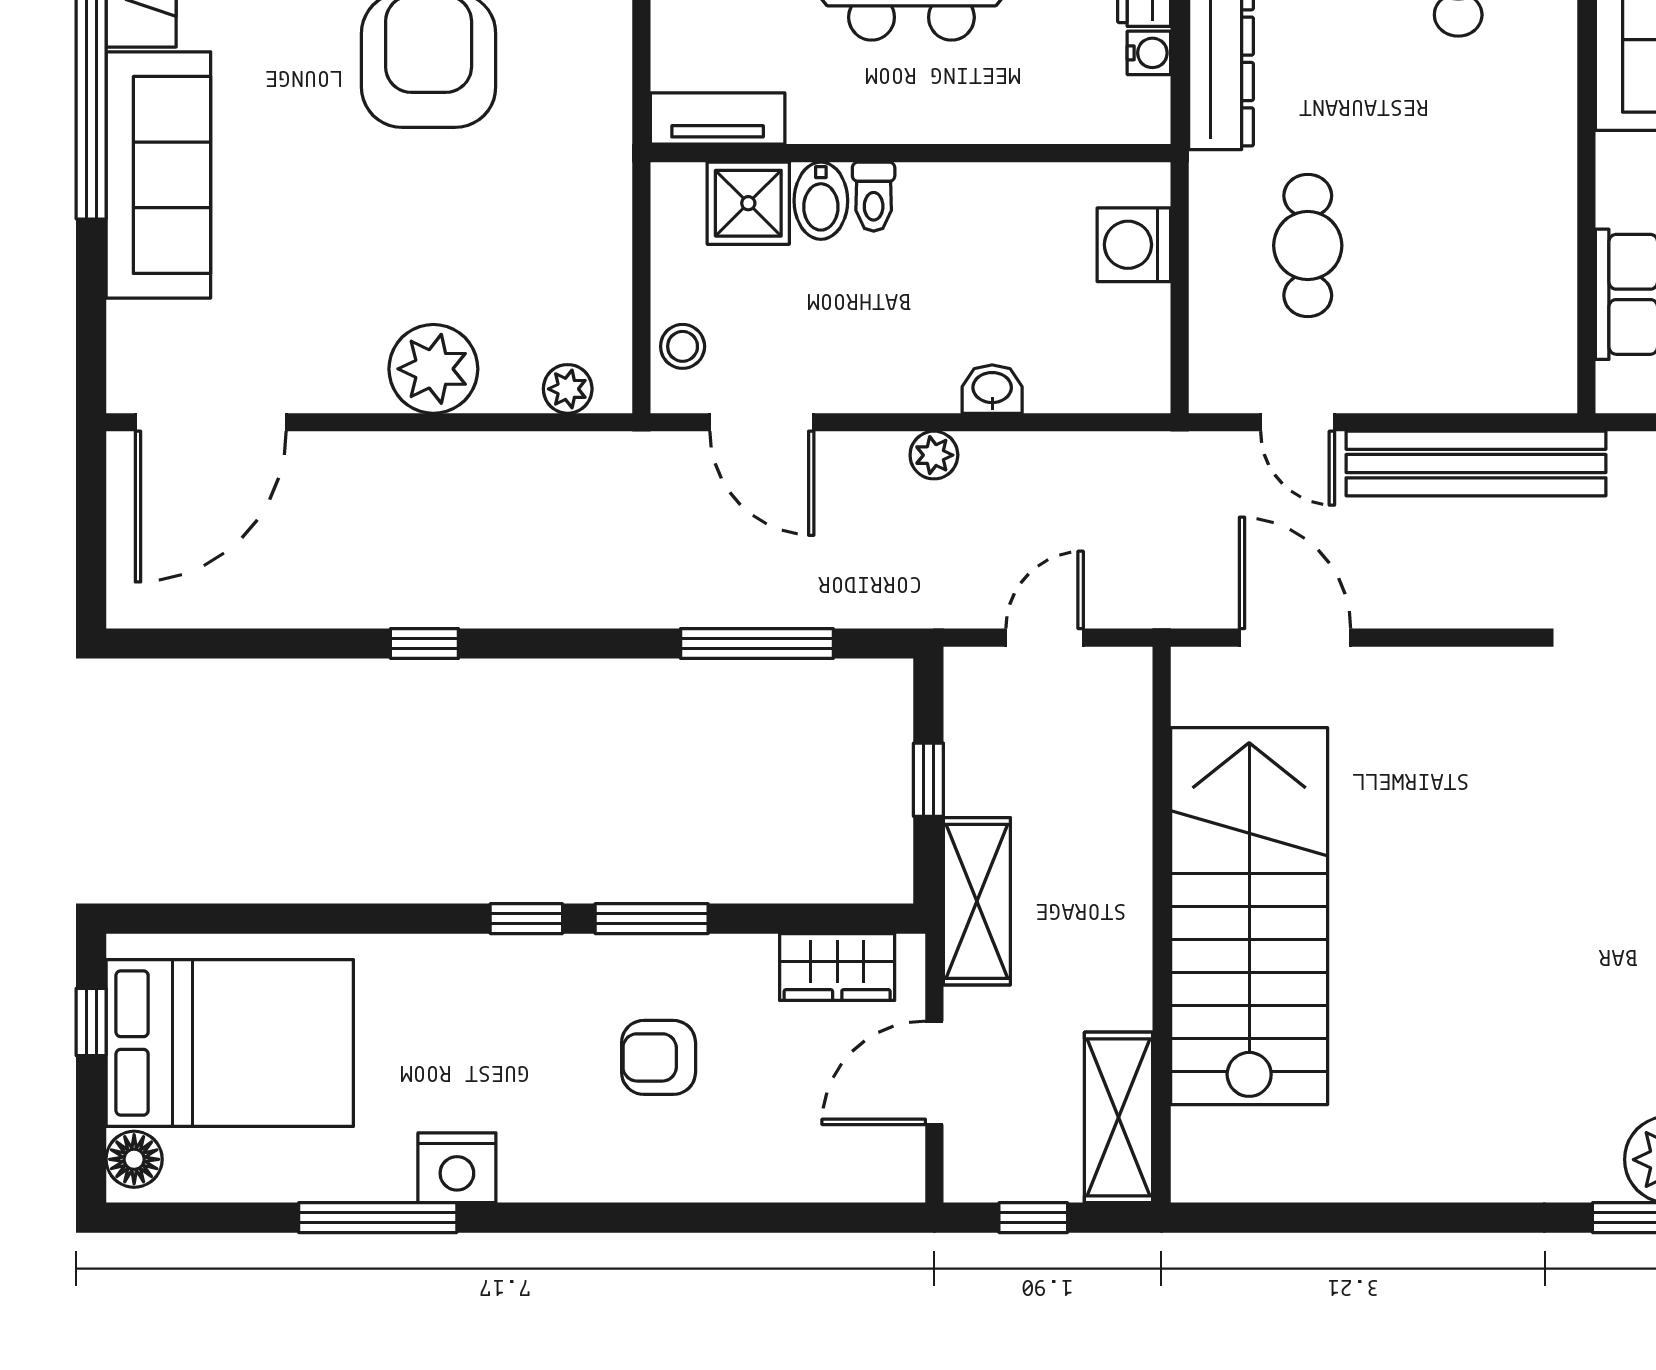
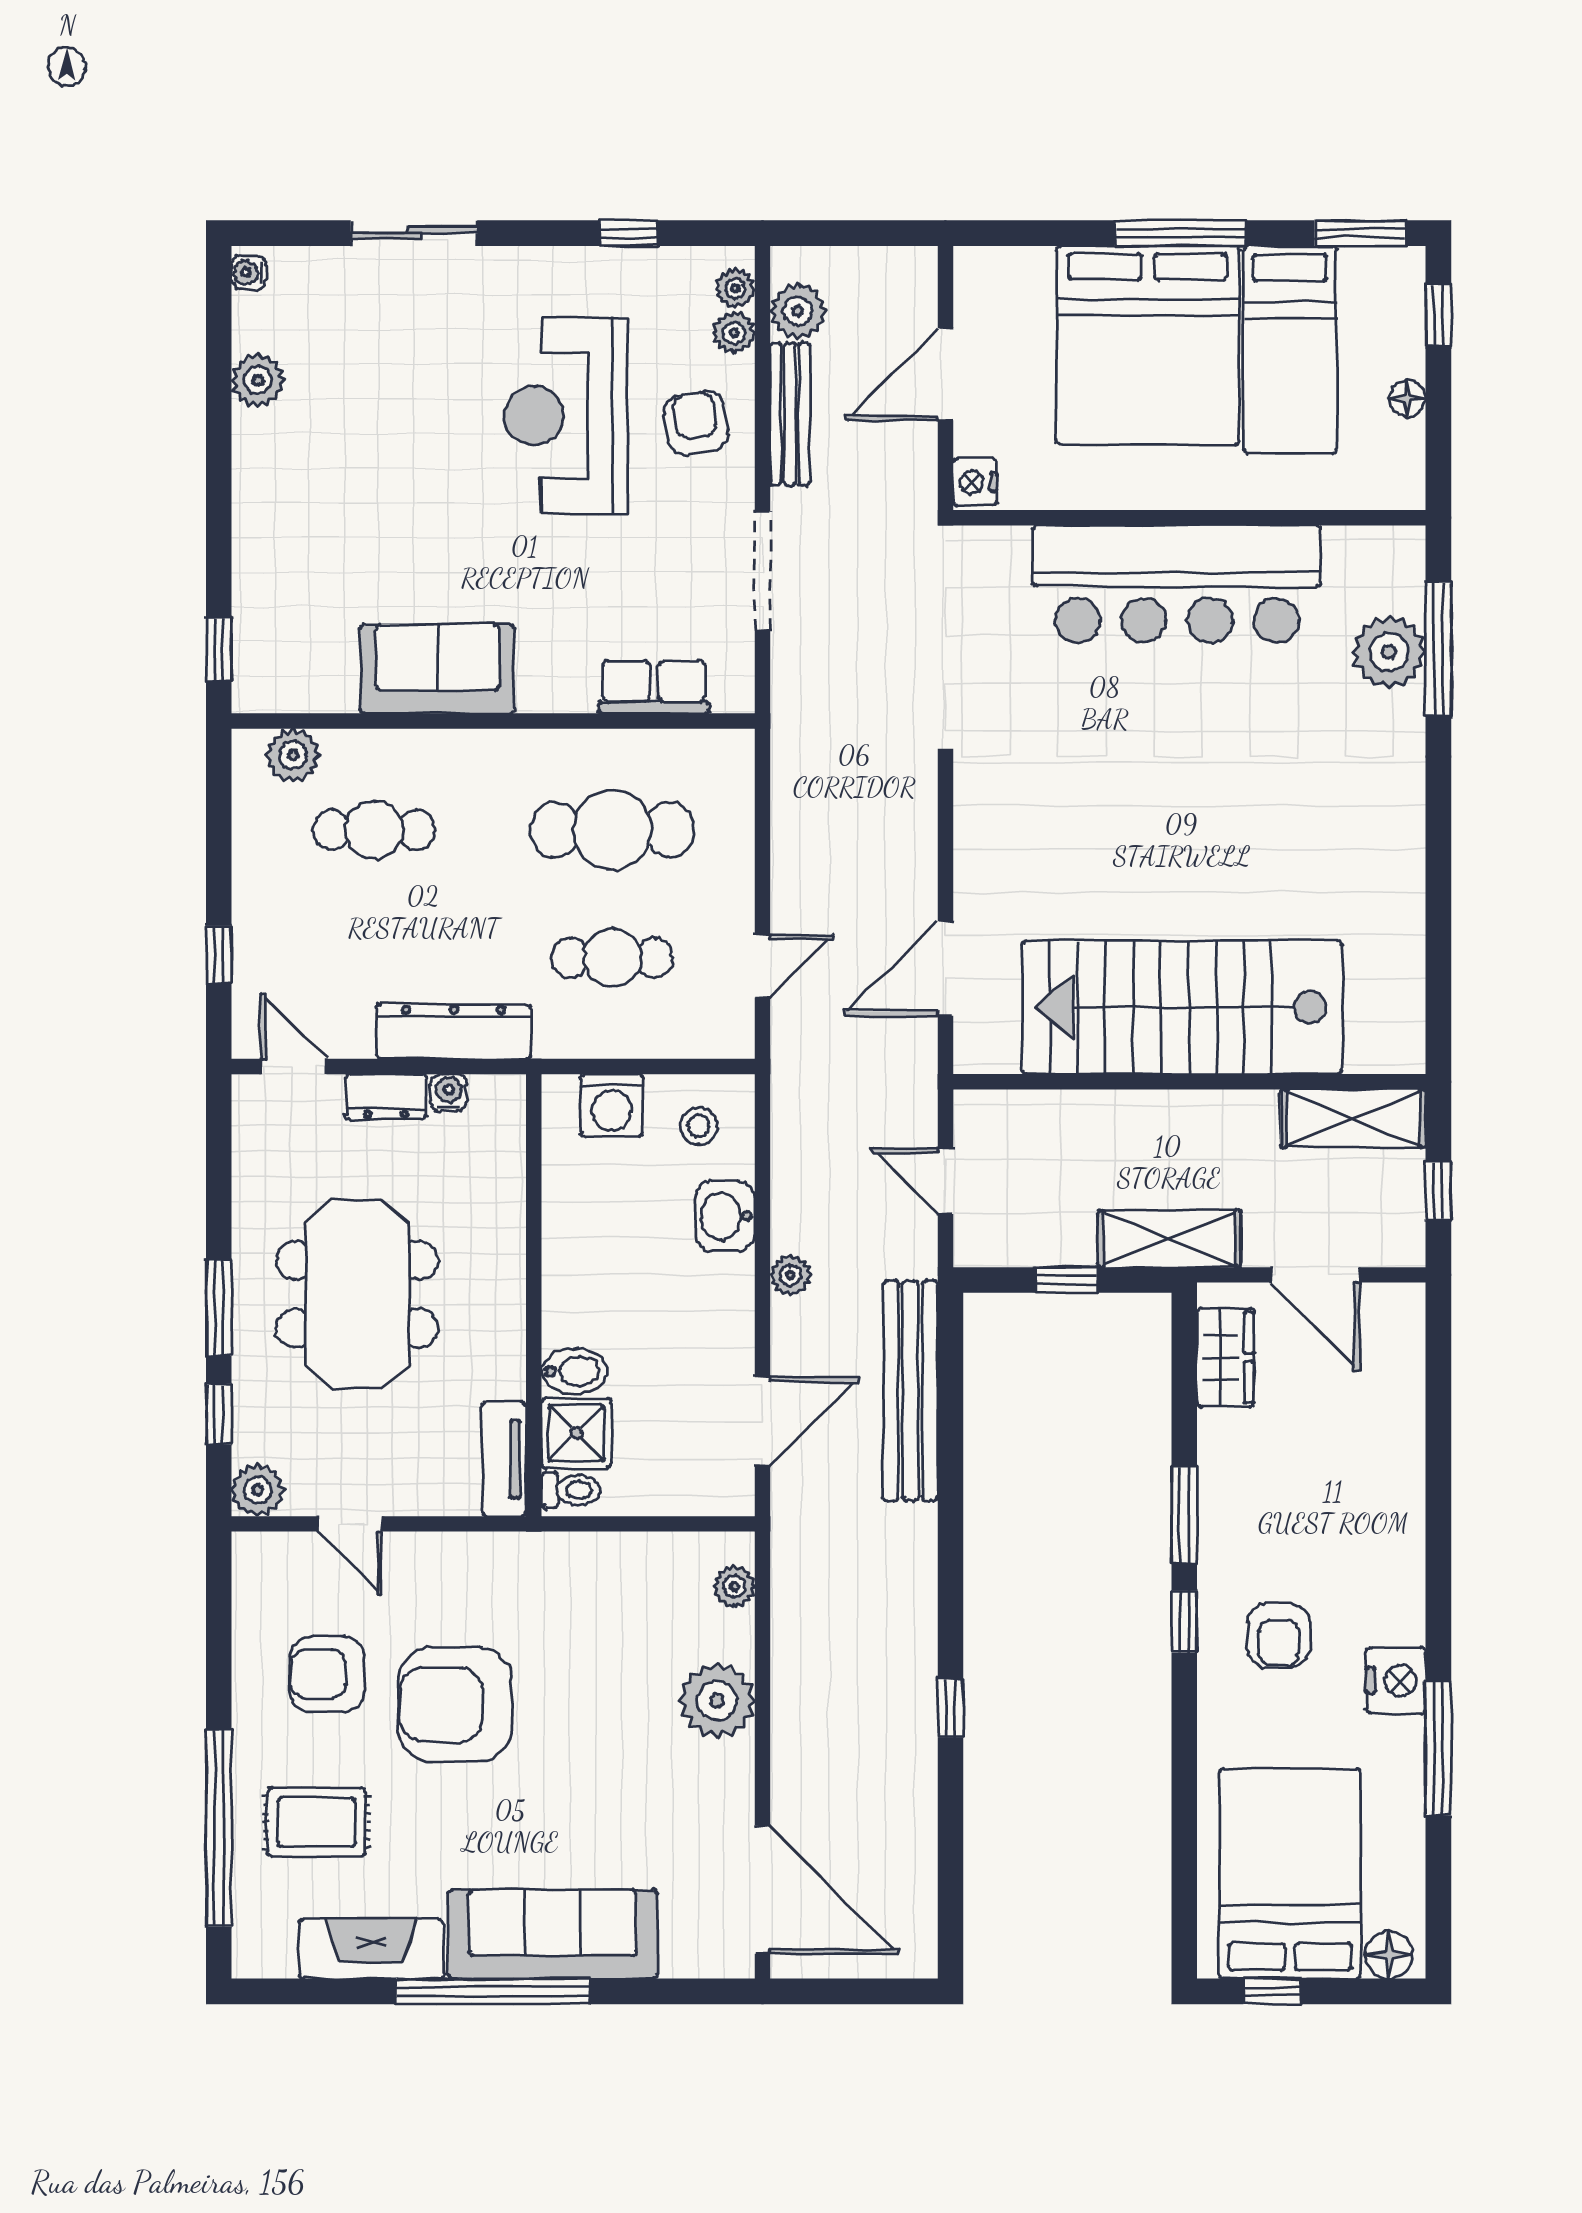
toilet: (874, 197) -> (571, 1490), moved
cafe table: (1458, 246) -> (612, 830), added
stool: (683, 346) -> (699, 1126), moved
washbasin: (992, 389) -> (725, 1216), width x1.38, depth x1.45
bench: (1476, 464) -> (910, 1391), moved
window: (757, 644) -> (951, 1426), removed
armchair: (659, 1057) -> (1279, 1635), moved

